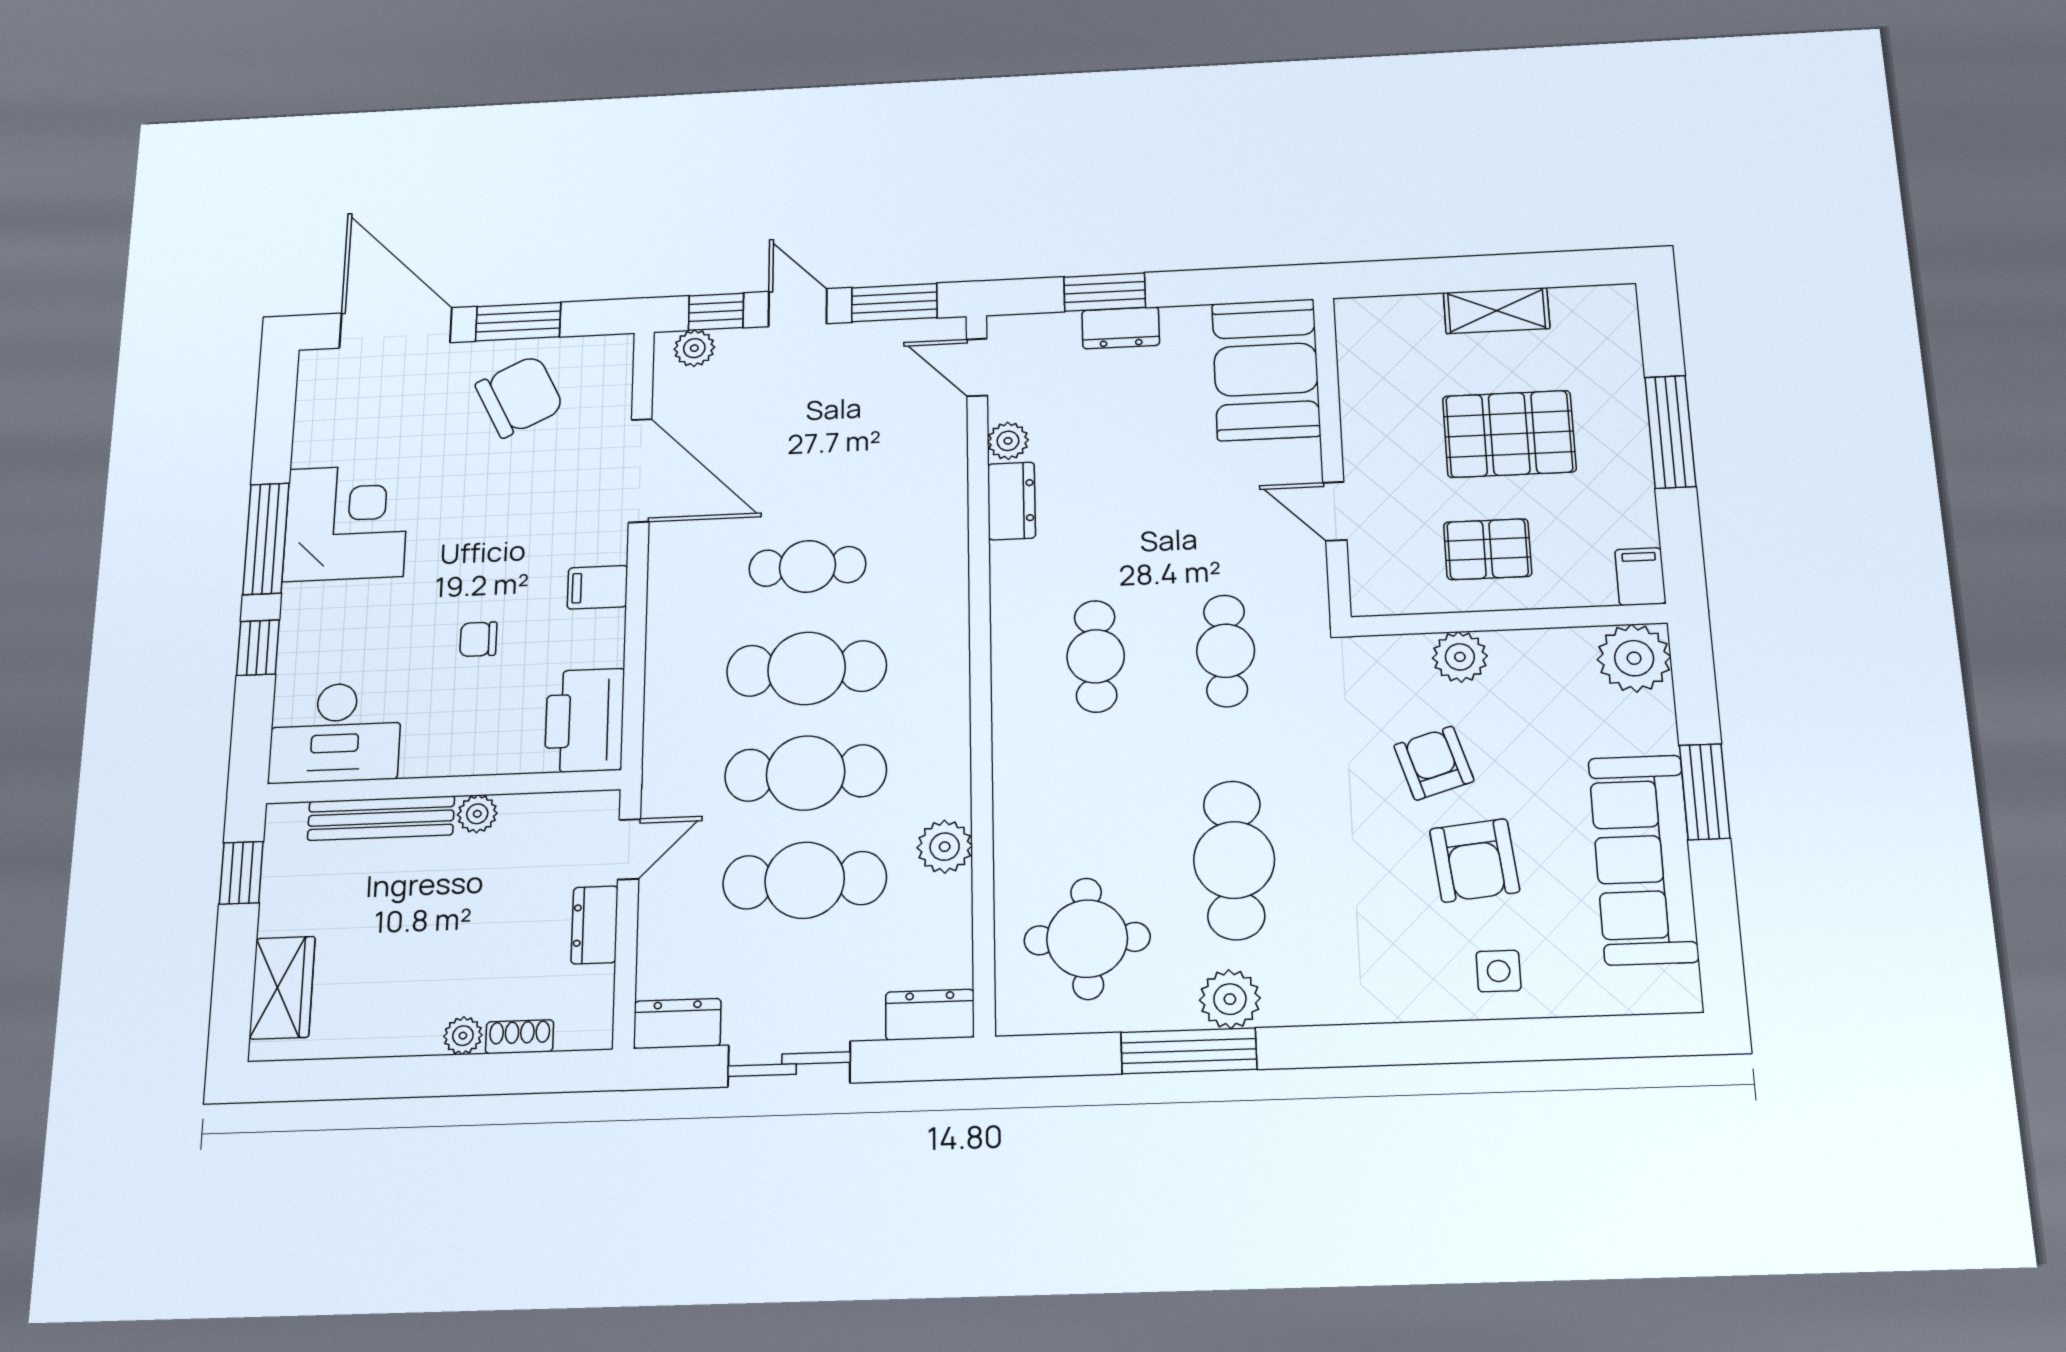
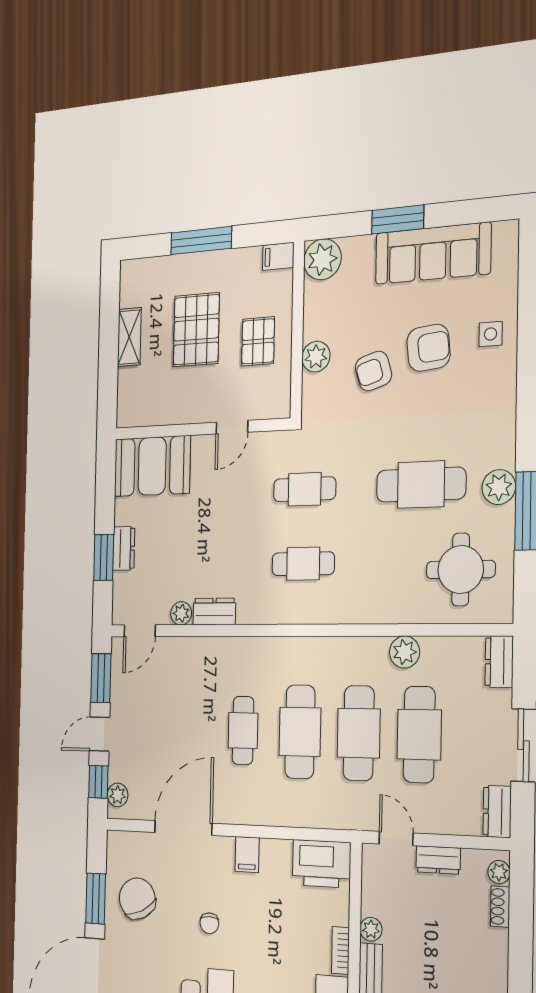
chair: (478, 639) -> (209, 923), moved
bookcase: (441, 762) -> (340, 950), added
plant: (463, 1036) -> (499, 872), moved

